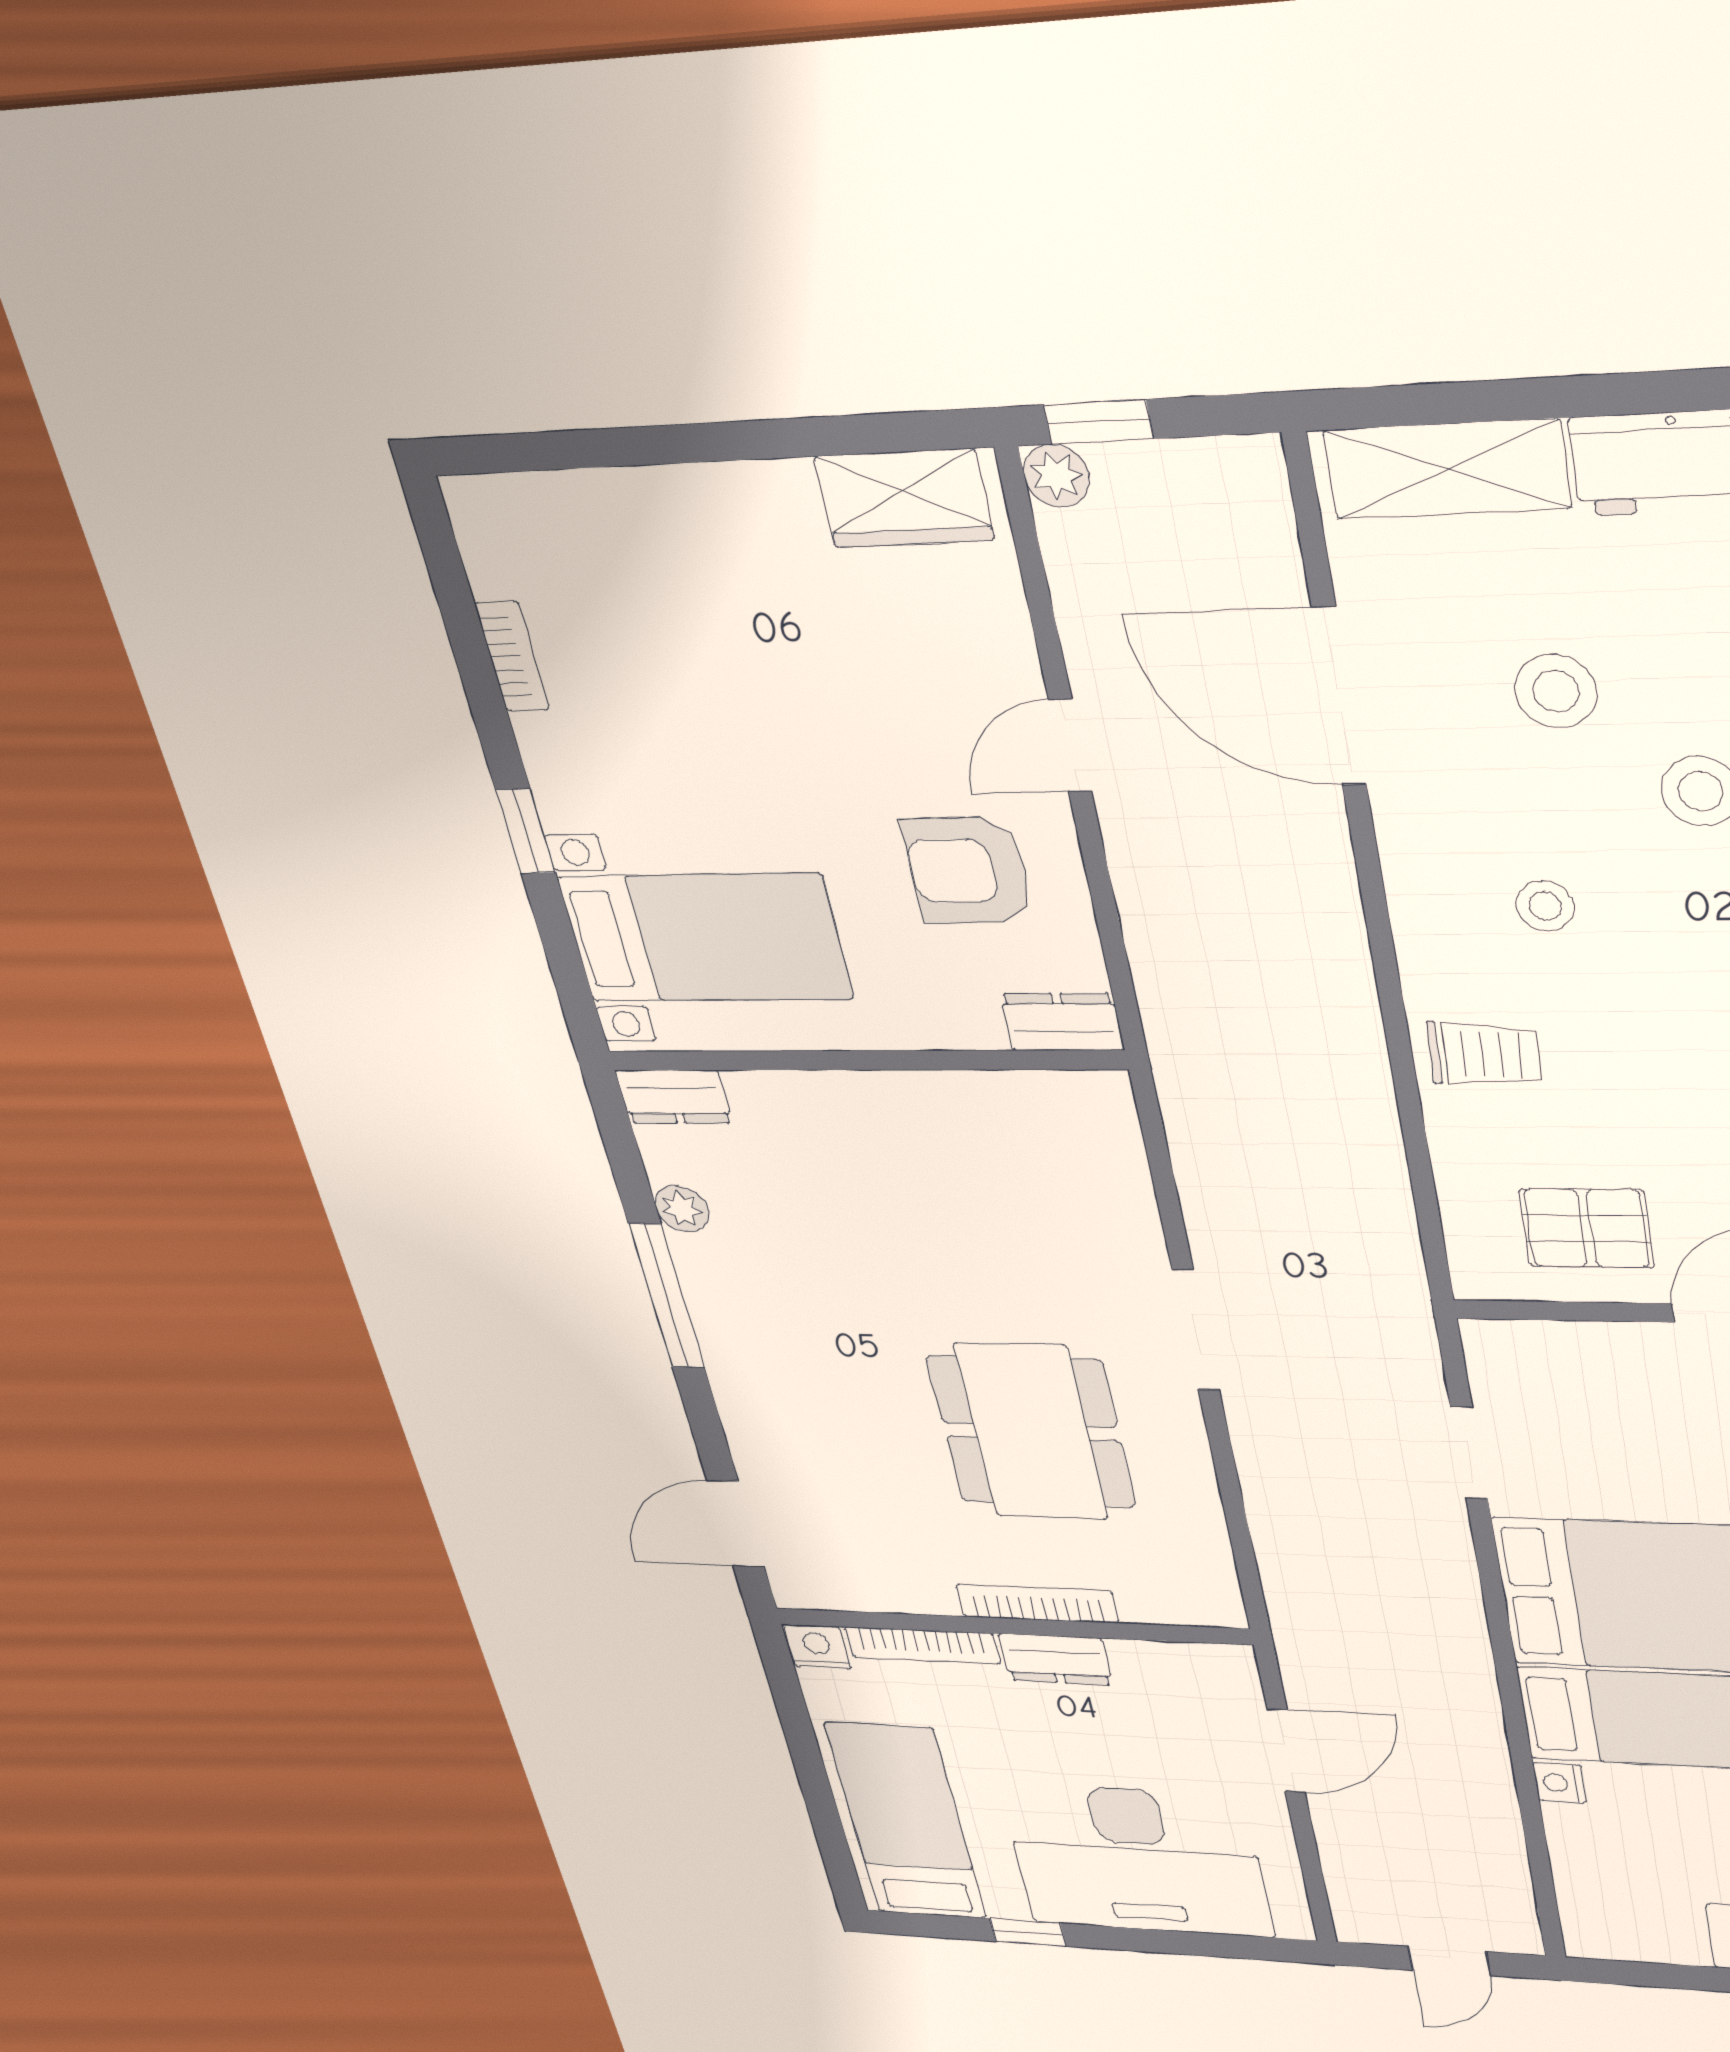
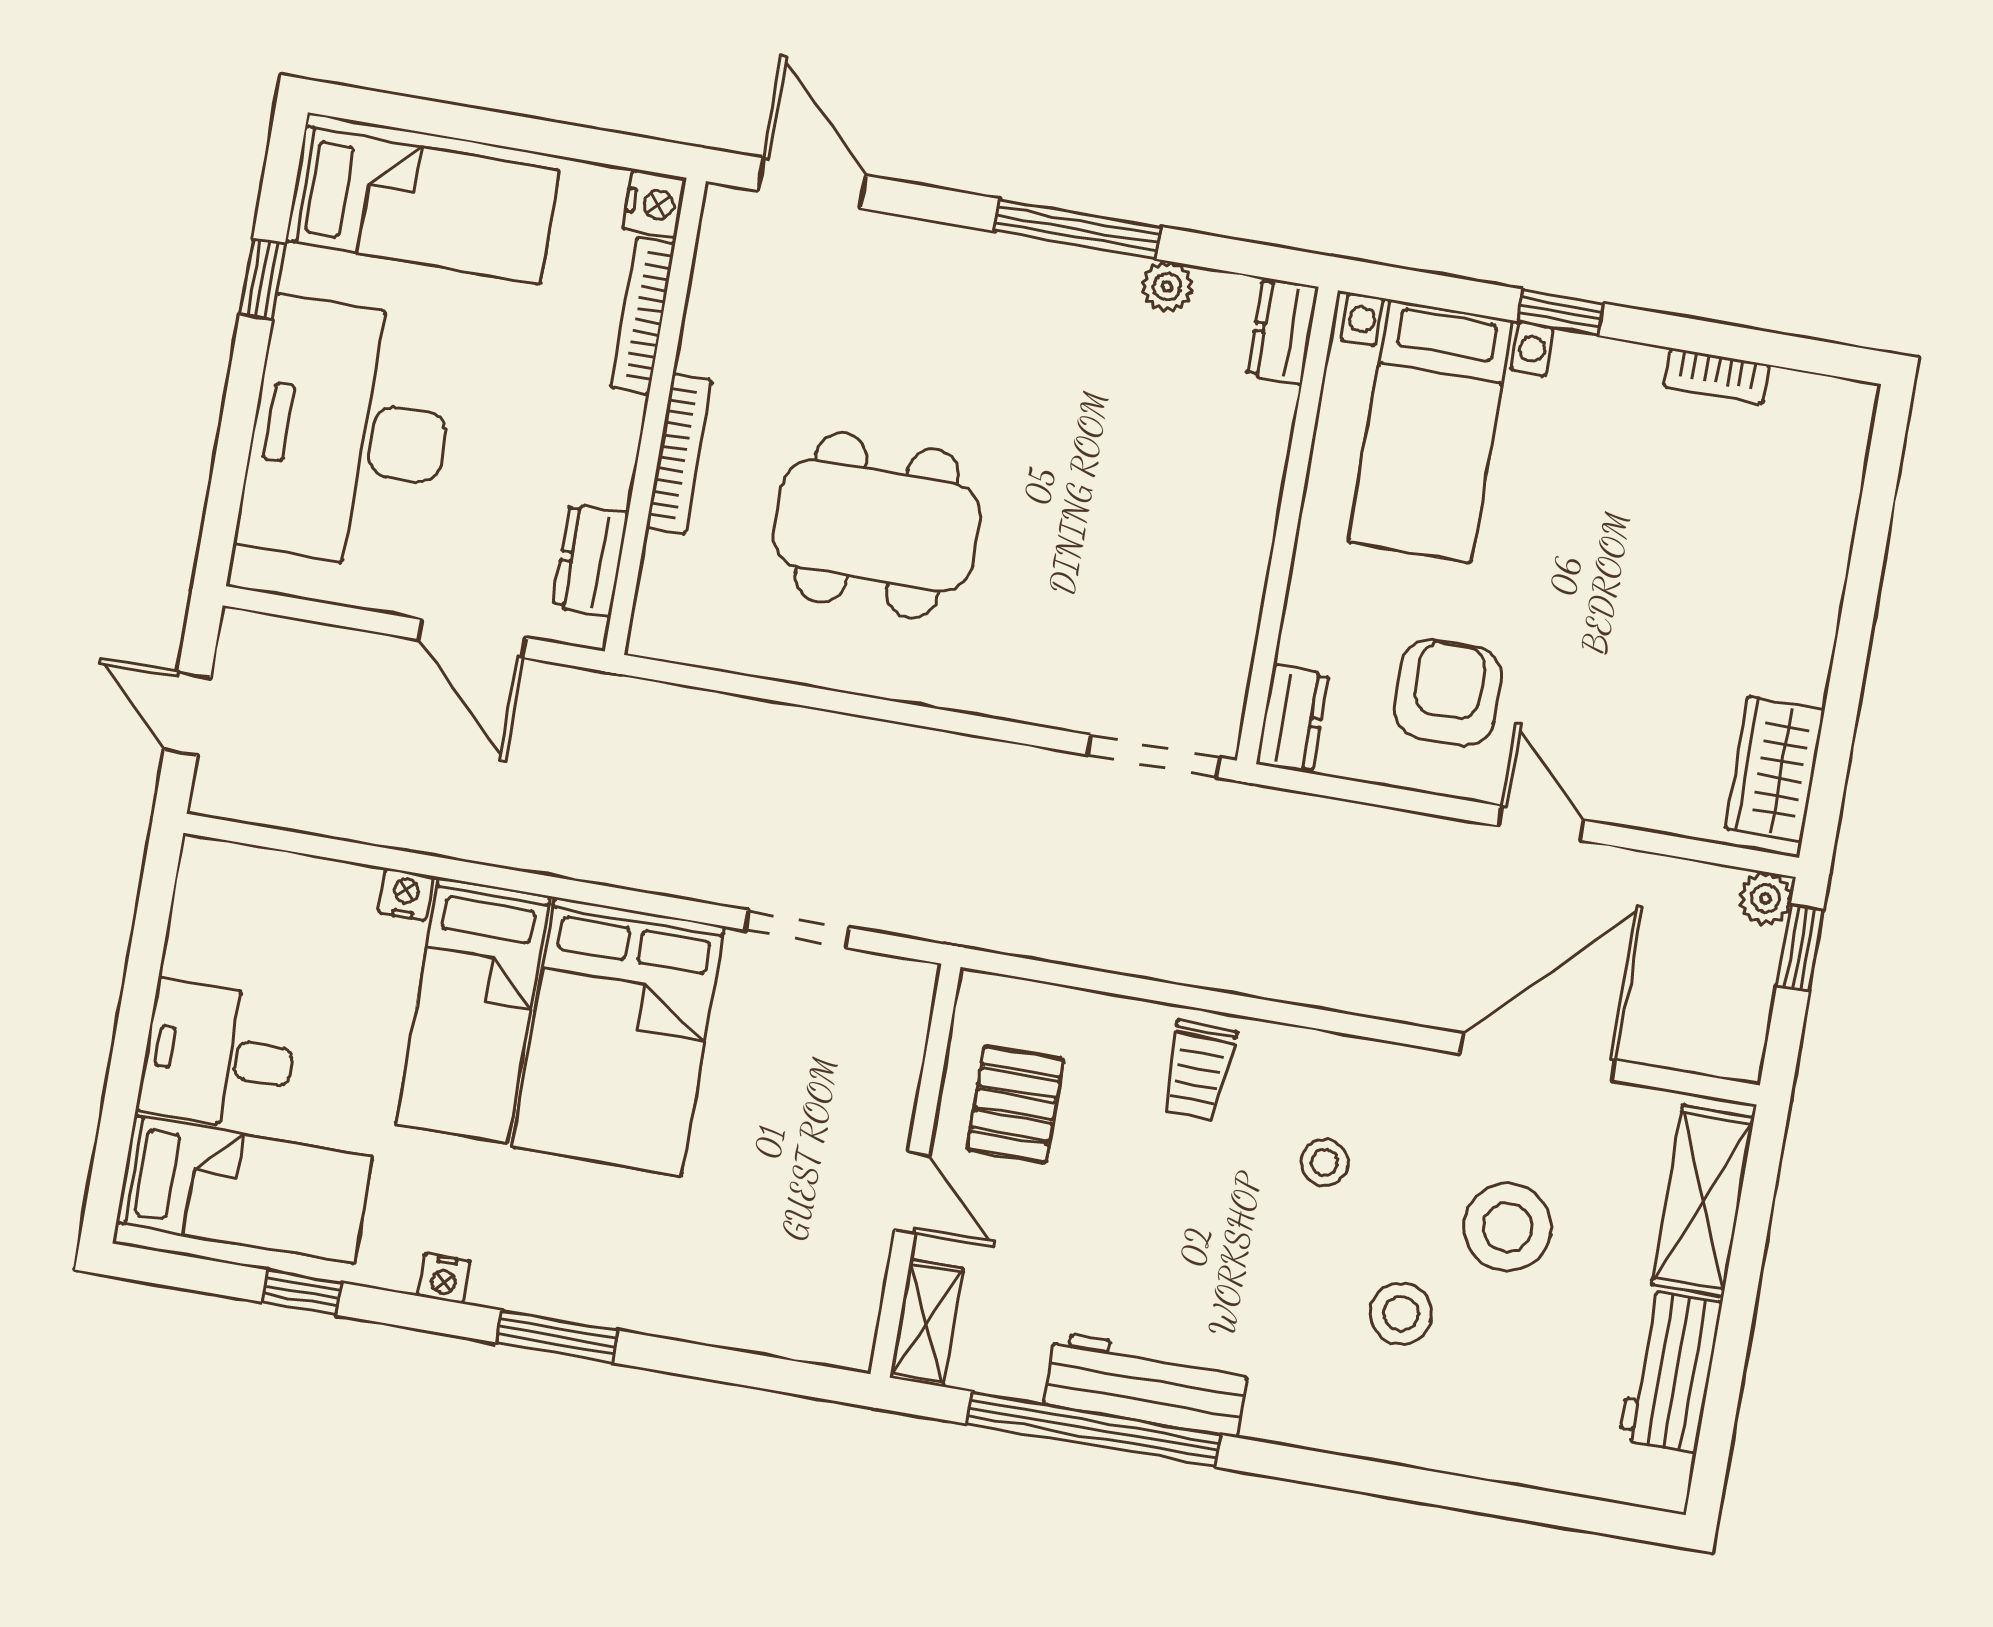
stool: (1556, 691) -> (1507, 1227), width x1.38, depth x1.38
doorway: (1196, 1330) -> (1154, 756), moved
dresser: (1055, 1659) -> (591, 560), moved

